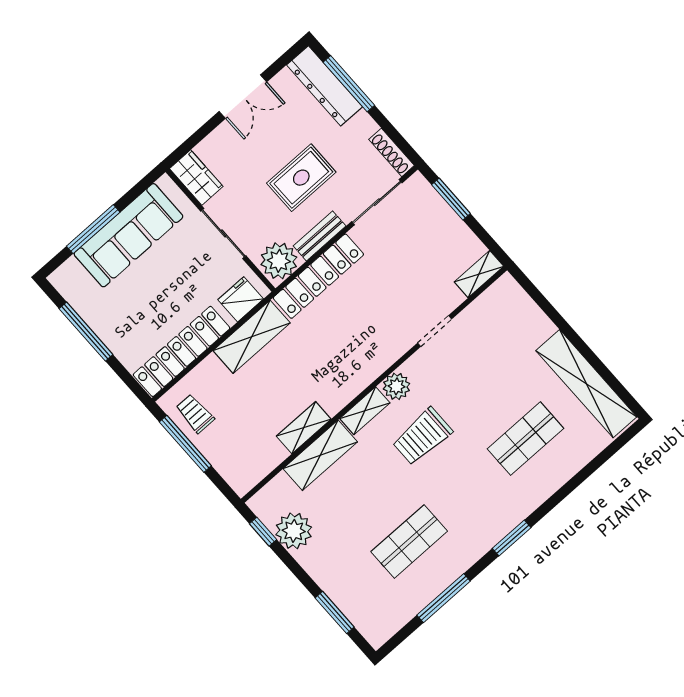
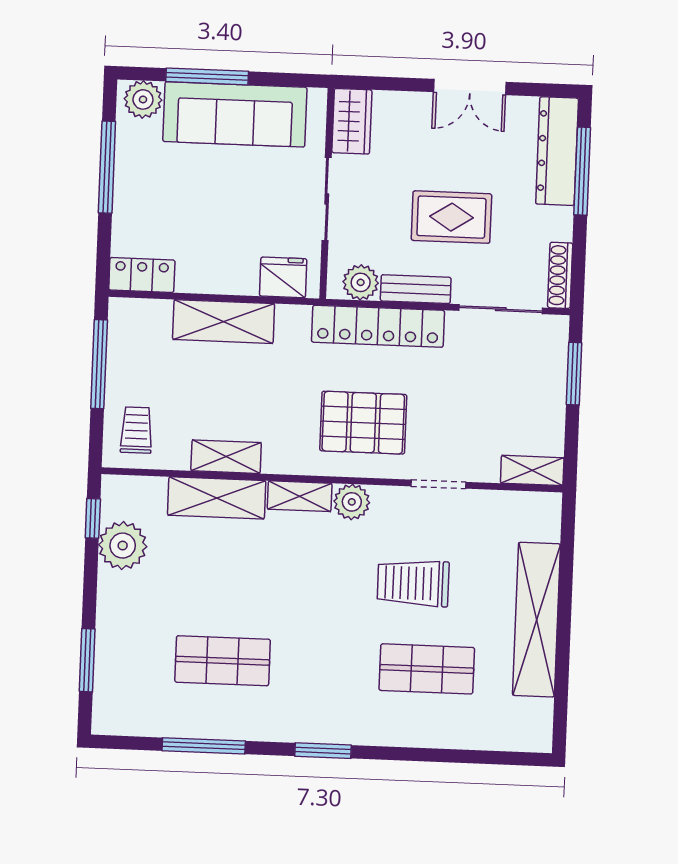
plant: (279, 261) -> (361, 282), width x0.73, depth x0.73
plant: (70, 275) -> (143, 99), added
shelving: (252, 337) -> (224, 322), moved
pallet: (361, 337) -> (363, 423), added
locker: (182, 351) -> (142, 275), width x0.46, depth x0.83
shelving: (586, 384) -> (537, 620), moved
trolley: (195, 414) -> (136, 430), moved
trolley: (422, 436) -> (413, 583), moved

